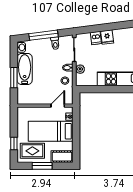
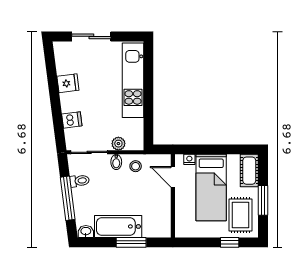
fridge: (107, 37) -> (68, 83), moved

